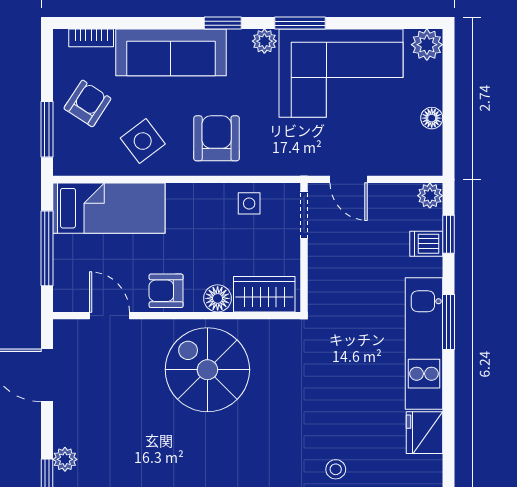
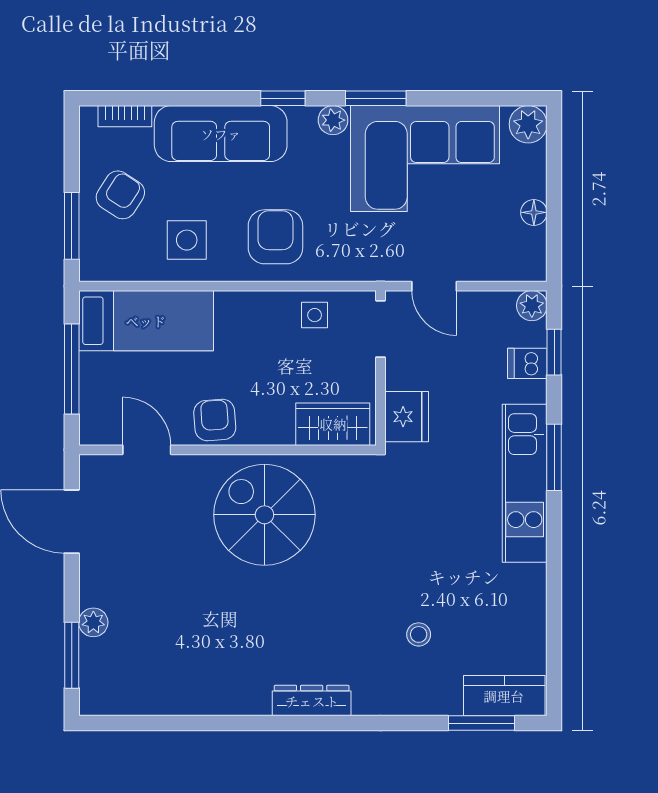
side table: (143, 141) -> (187, 240), turned 37
armchair: (166, 291) -> (215, 420), turned 86
floor lamp: (218, 298) -> (277, 429), removed
fridge: (424, 433) -> (407, 417), moved, turned 180

